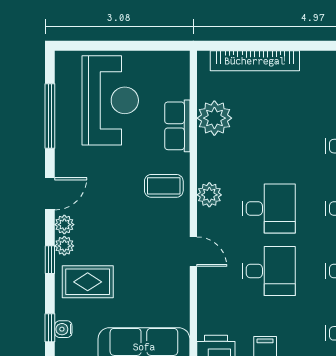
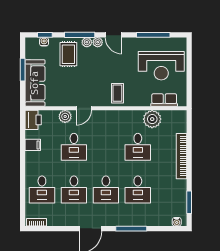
bookcase: (255, 61) -> (182, 156), moved
row of seats: (177, 126) -> (164, 100), moved
plant: (209, 195) -> (65, 116), moved
desk: (269, 209) -> (138, 147), moved
window: (50, 260) -> (80, 35), width x2.17

